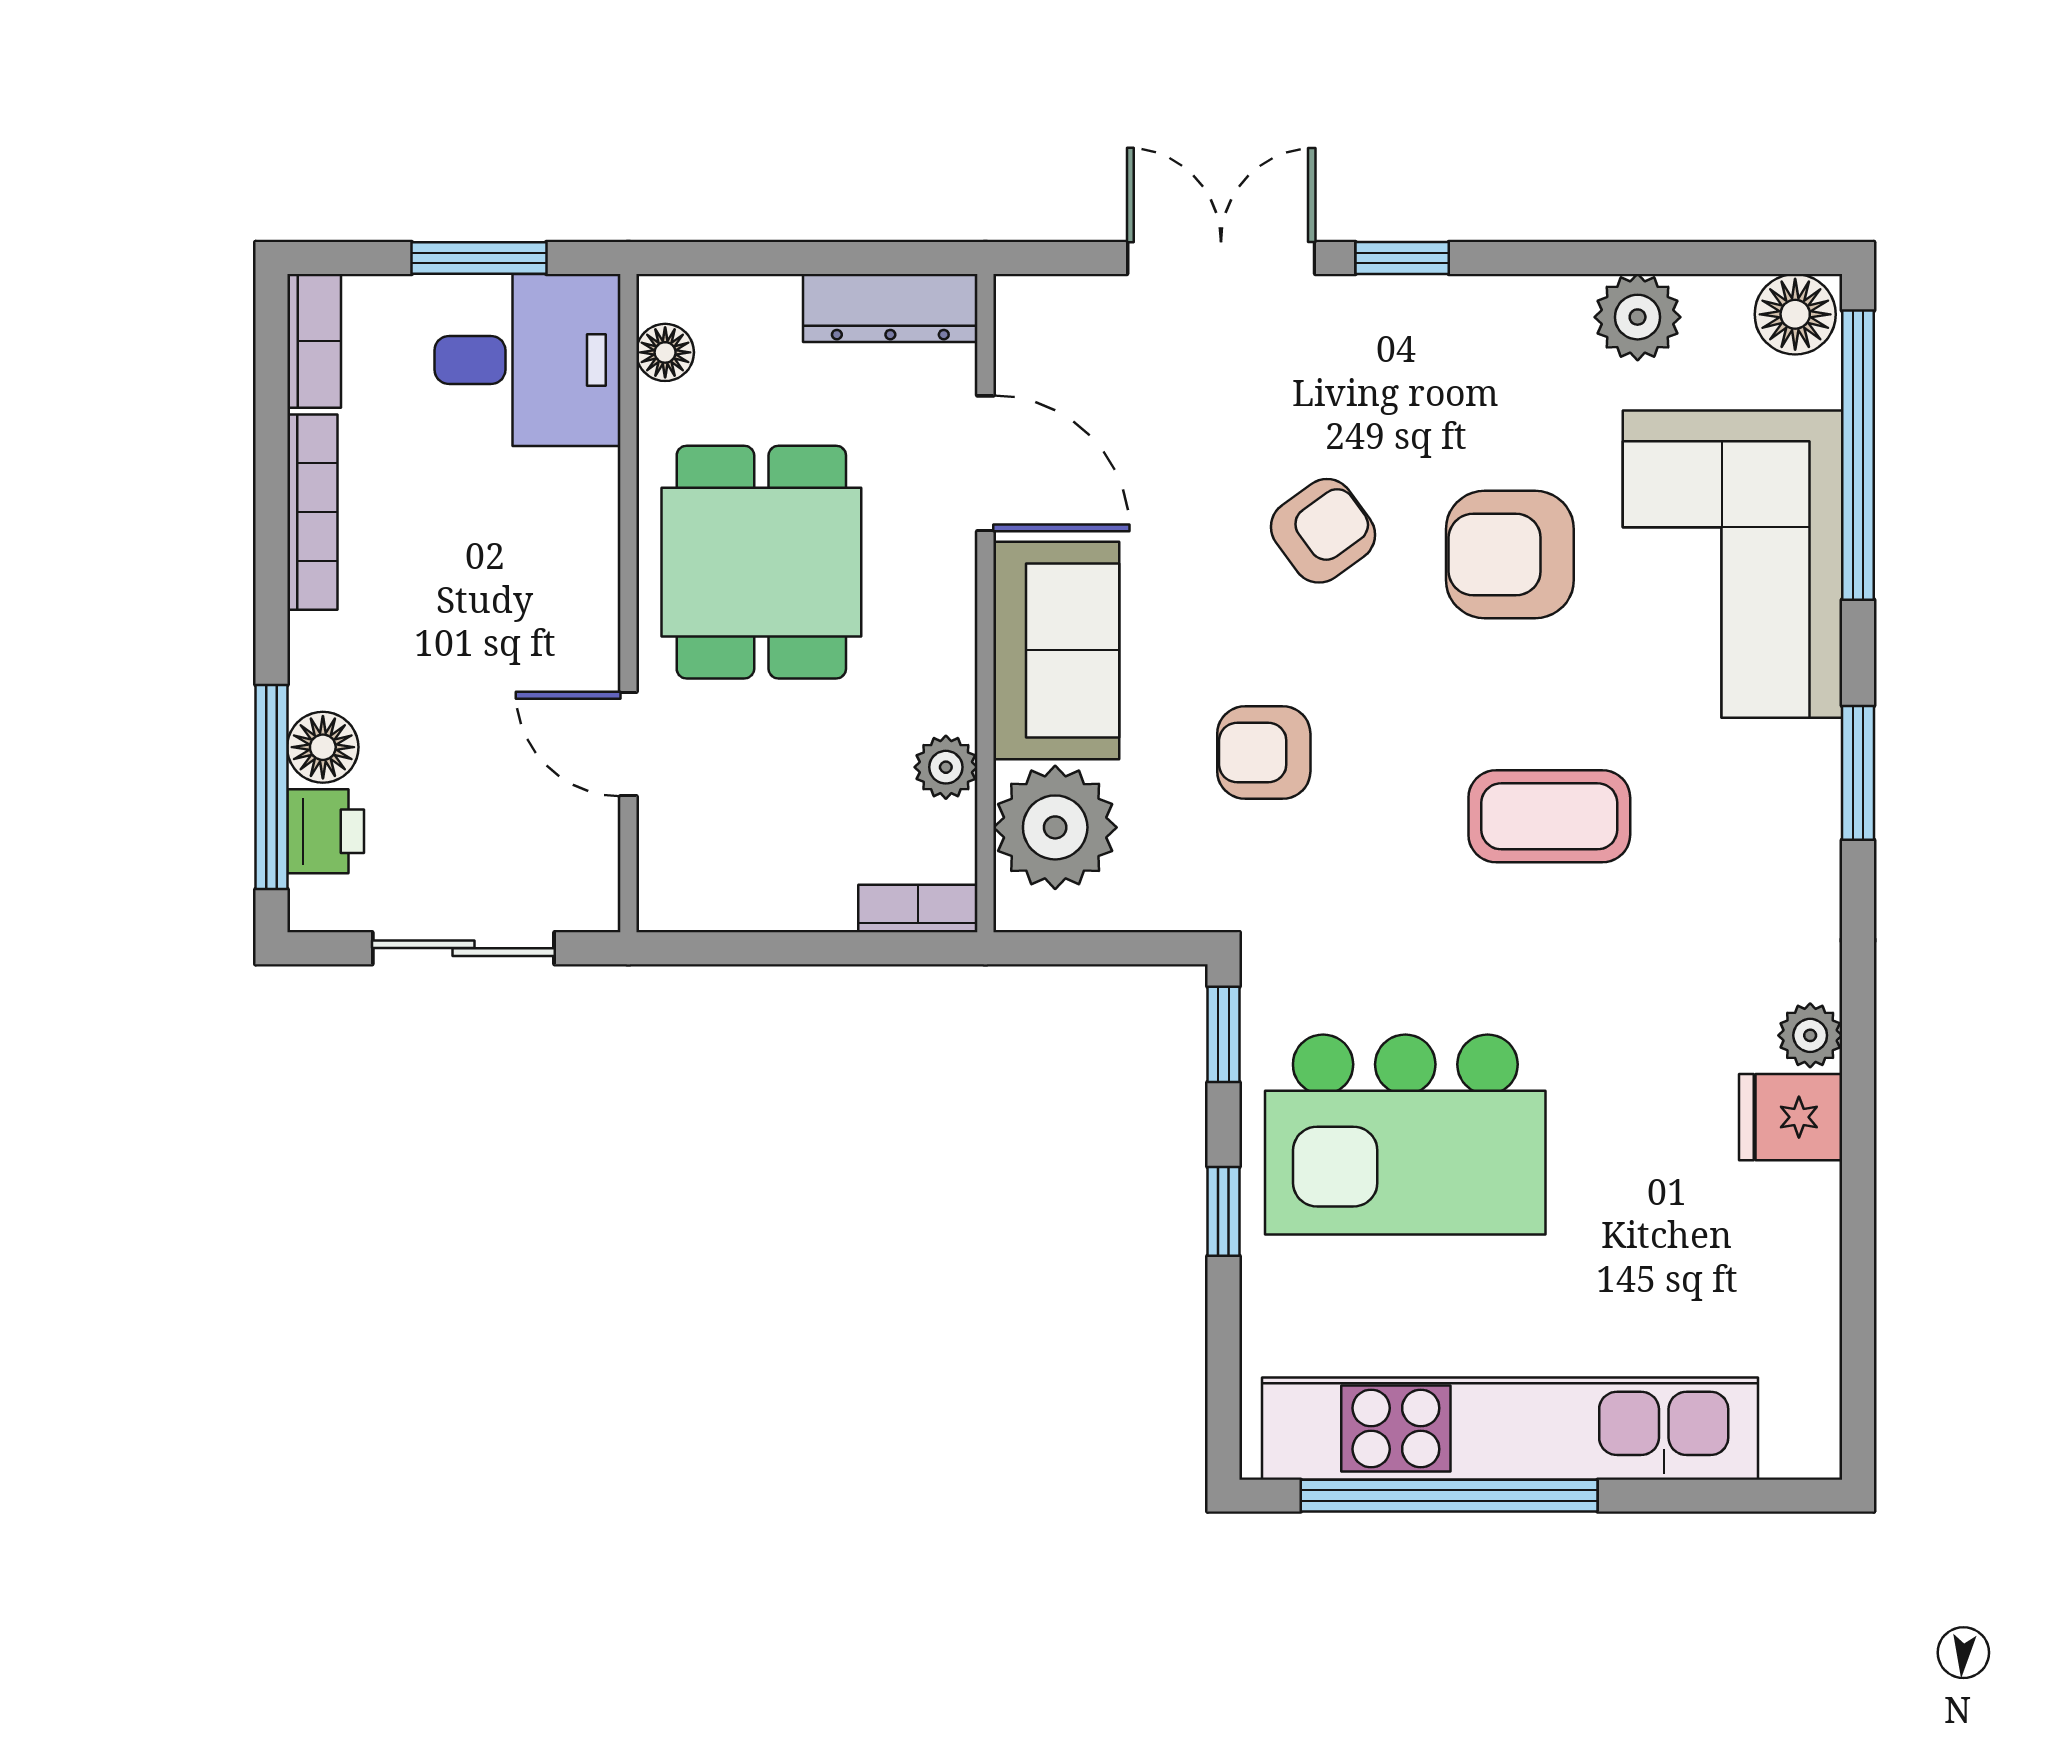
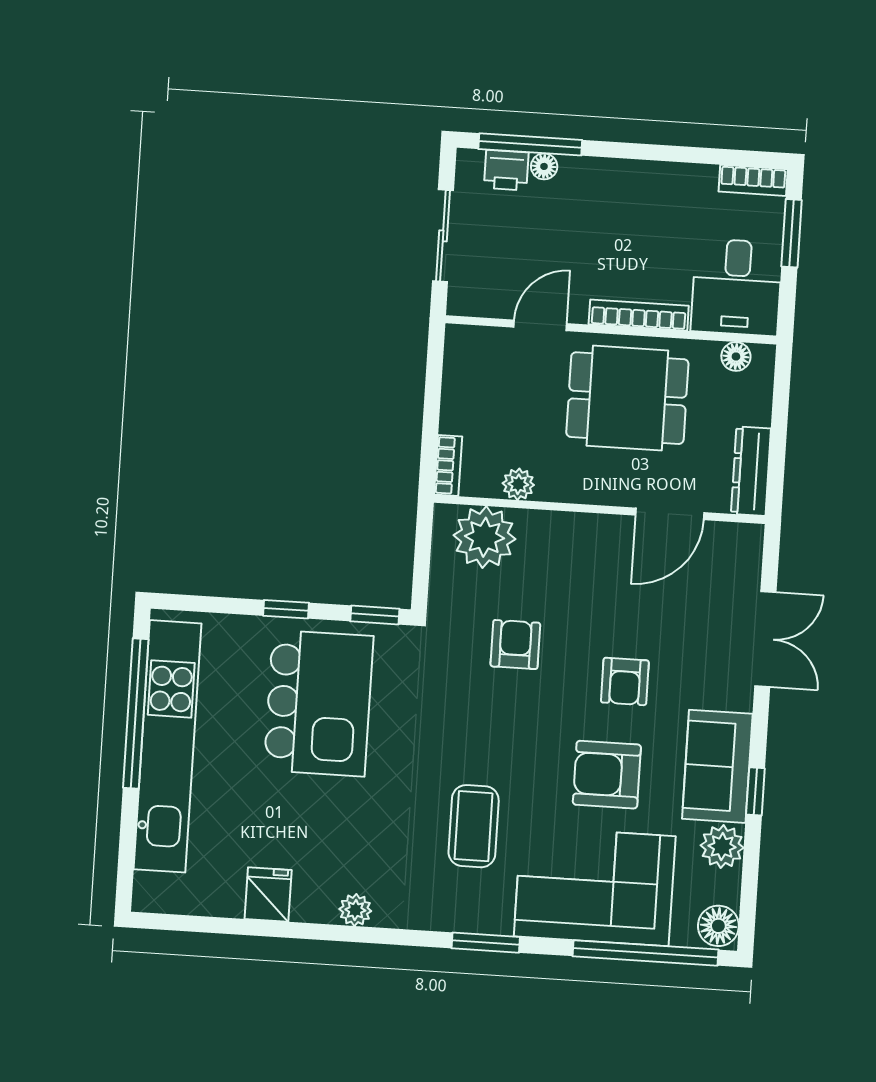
window: (479, 258) -> (792, 233), moved
window: (1402, 258) -> (755, 791), moved
bookcase: (312, 512) -> (639, 315), moved, turned 180
armchair: (1323, 531) -> (625, 681), turned 36
armchair: (1510, 555) -> (607, 775), turned -90
sofa: (1056, 650) -> (717, 766), moved, turned 90
floor lamp: (323, 747) -> (544, 166), width x0.73, depth x0.73
coffee table: (1549, 816) -> (474, 826), moved
fridge: (1791, 1117) -> (268, 895), moved
kitchen island: (1405, 1135) -> (319, 703), turned 180

